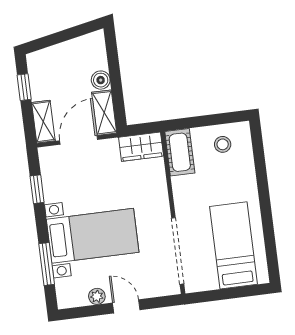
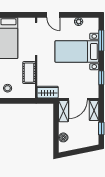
boiler: (101, 80) -> (63, 137), moved
cot: (180, 152) -> (29, 73), moved
door: (126, 306) -> (53, 15), moved

